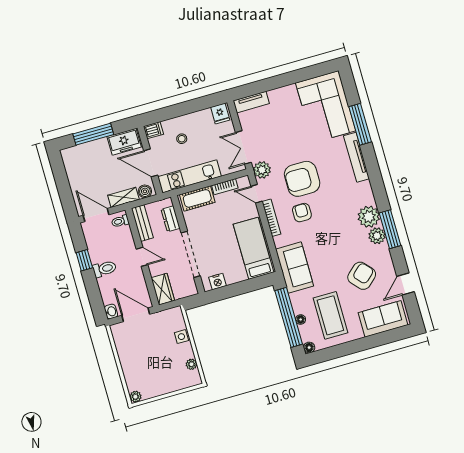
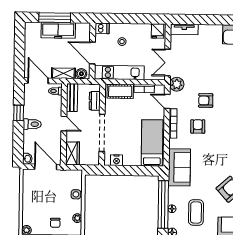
freezer: (124, 142) -> (58, 30), moved, width x1.40
armchair: (302, 179) -> (206, 100), width x0.53, depth x0.53
coffee table: (330, 315) -> (196, 213), width x0.73, depth x0.76
chair: (167, 378) -> (55, 223), added

